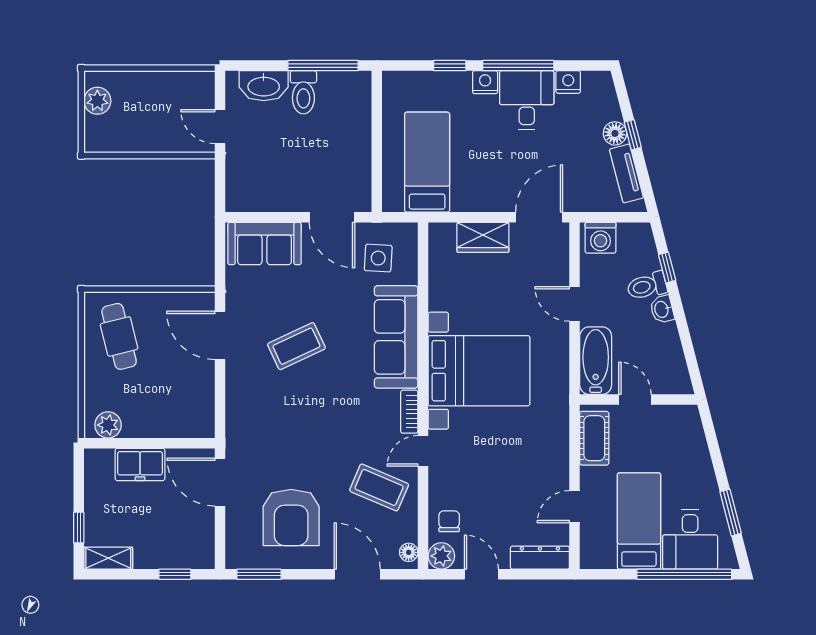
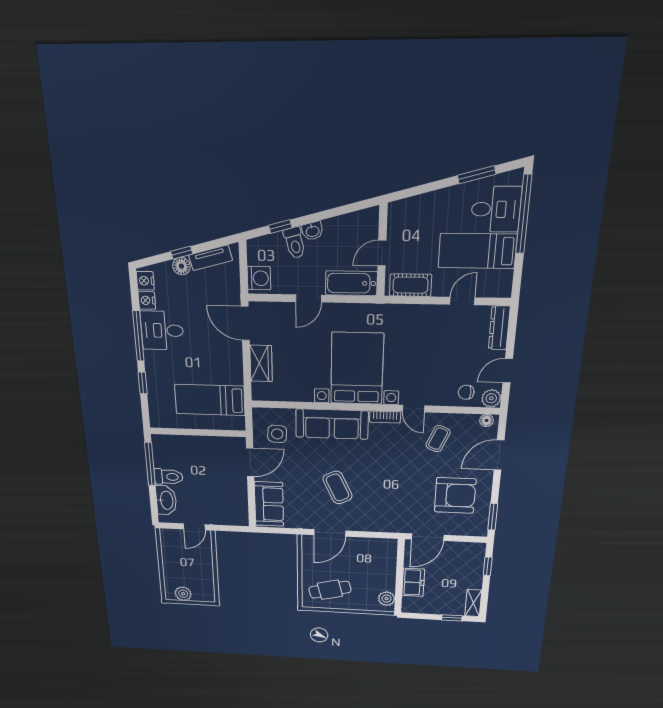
nightstand: (485, 82) -> (145, 281), moved
coffee table: (379, 487) -> (438, 439), width x0.73, depth x0.77
door: (575, 507) -> (462, 301), swing flipped

